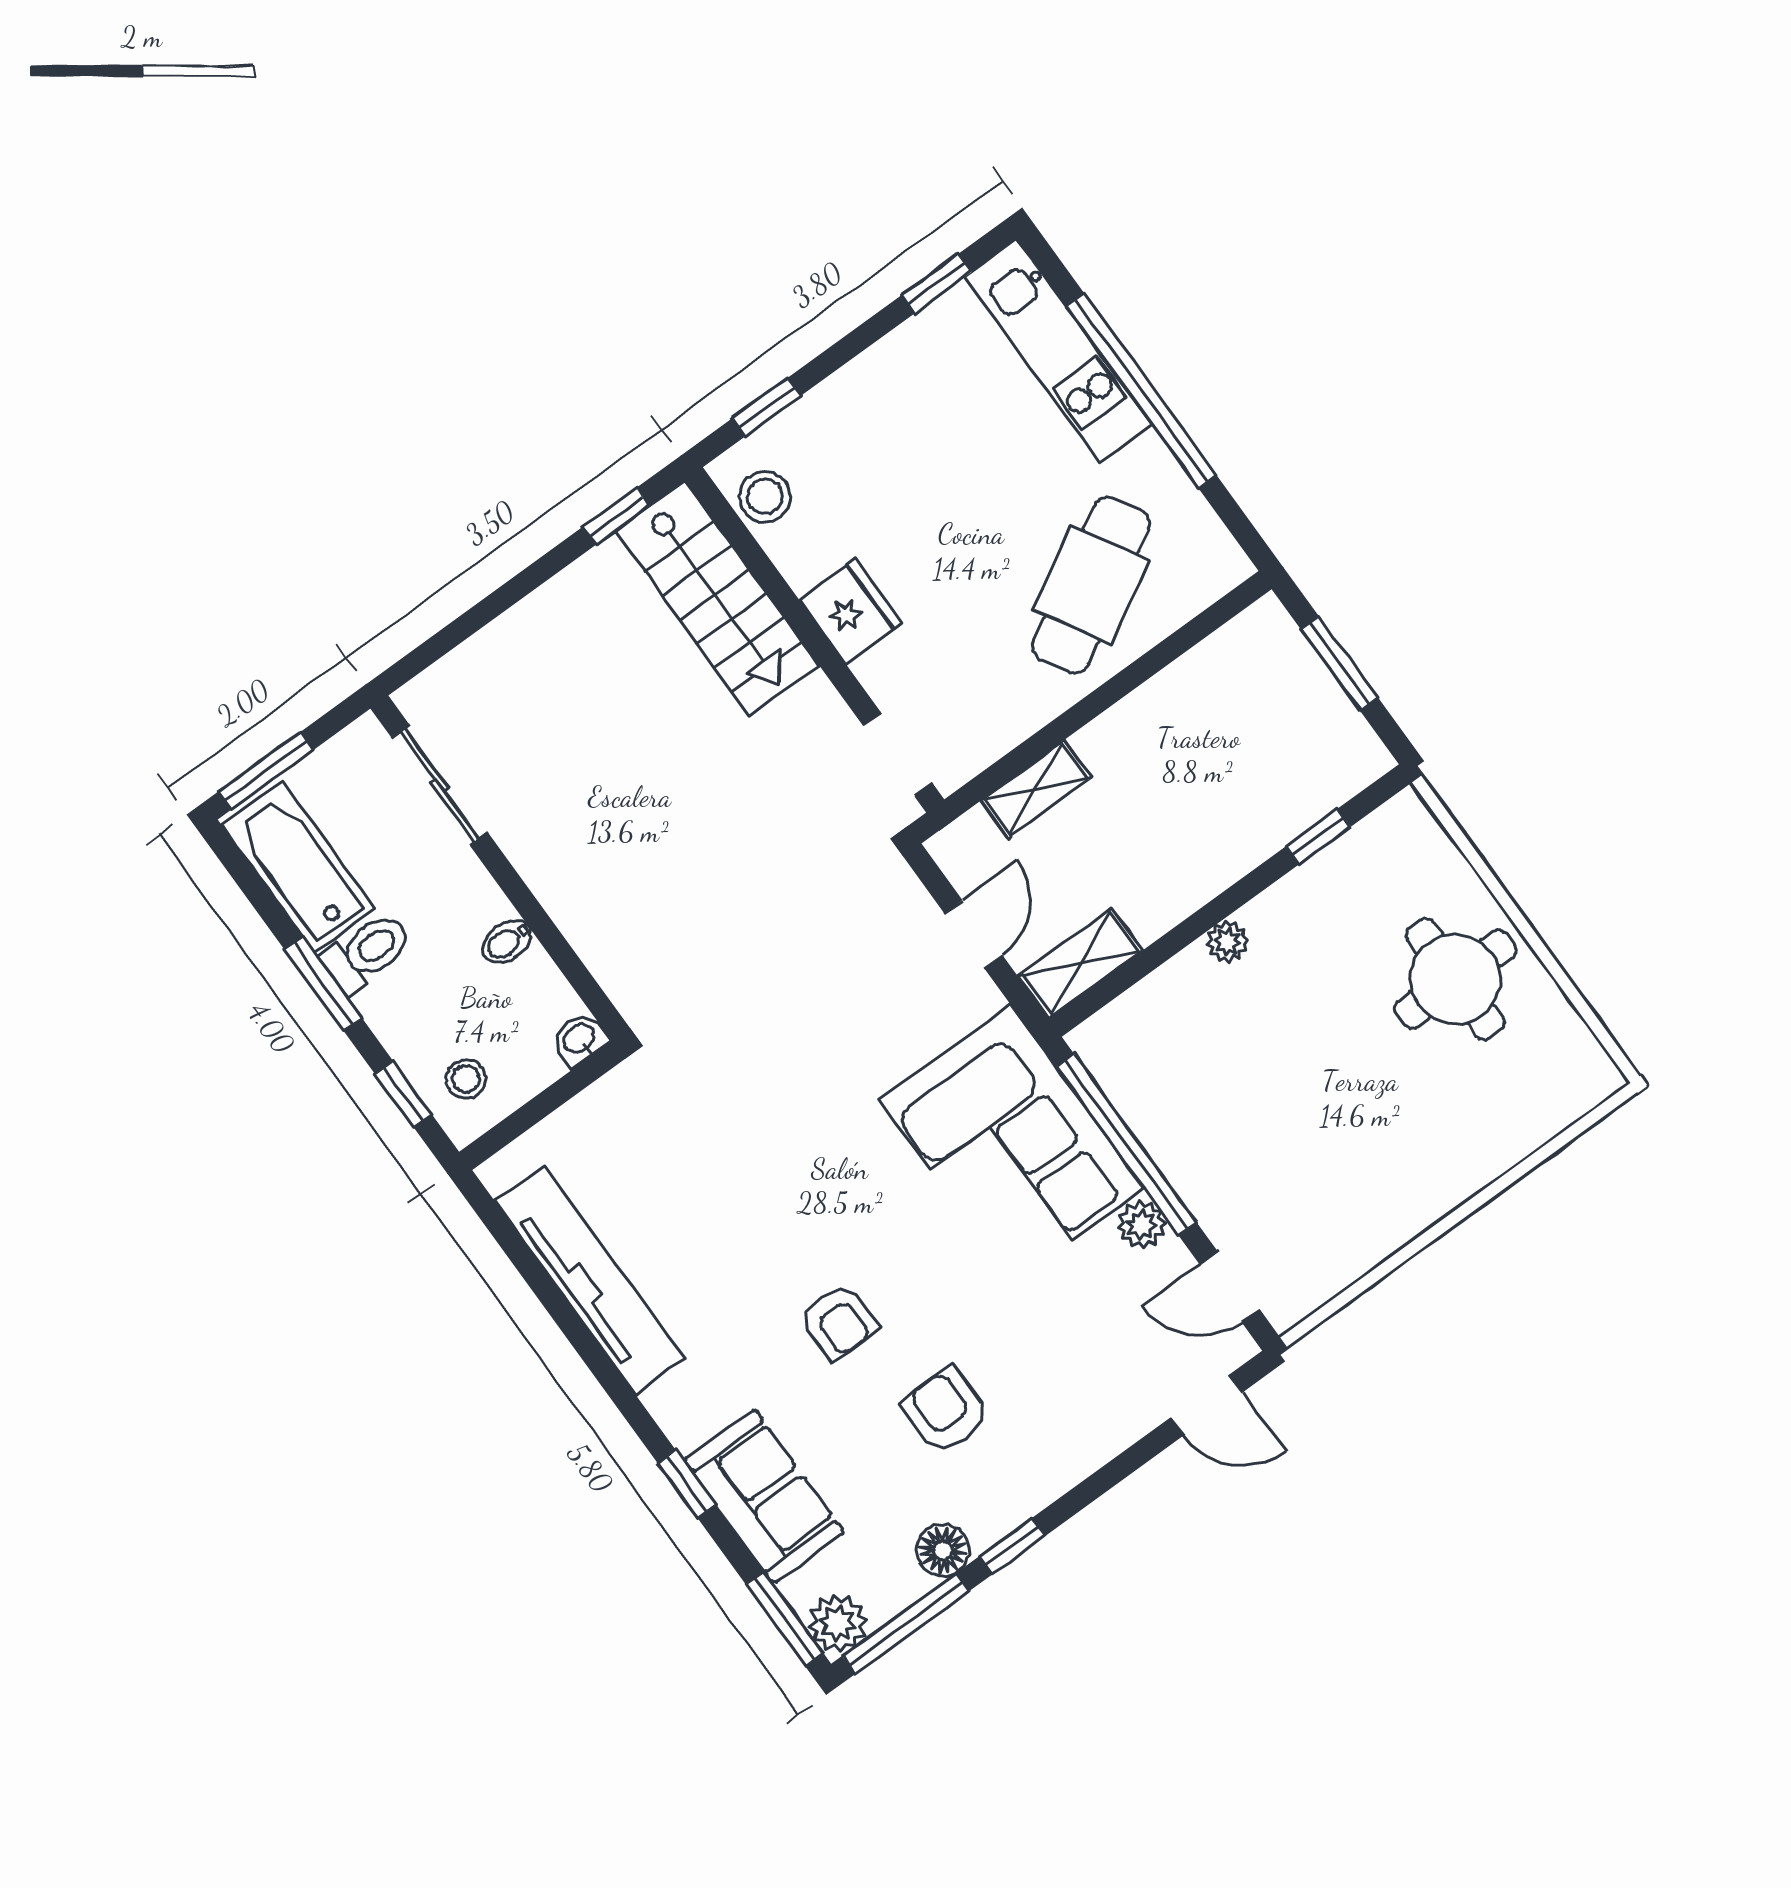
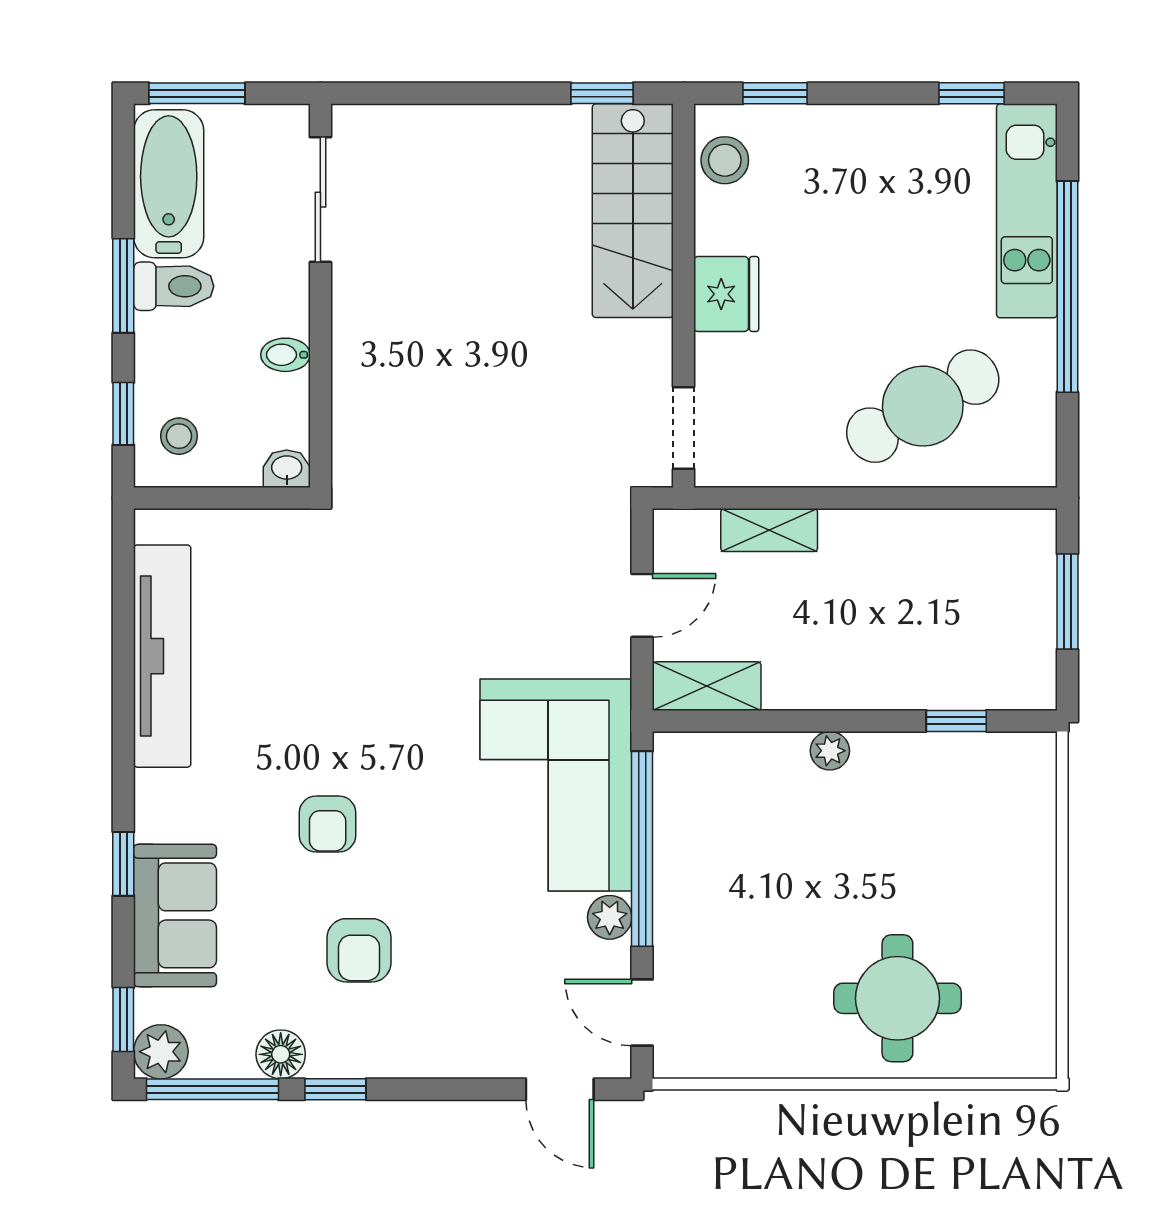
round table: (1455, 979) -> (897, 998), moved
armchair: (945, 1411) -> (359, 950), turned 180
window: (785, 1619) -> (123, 1019), width x0.67

